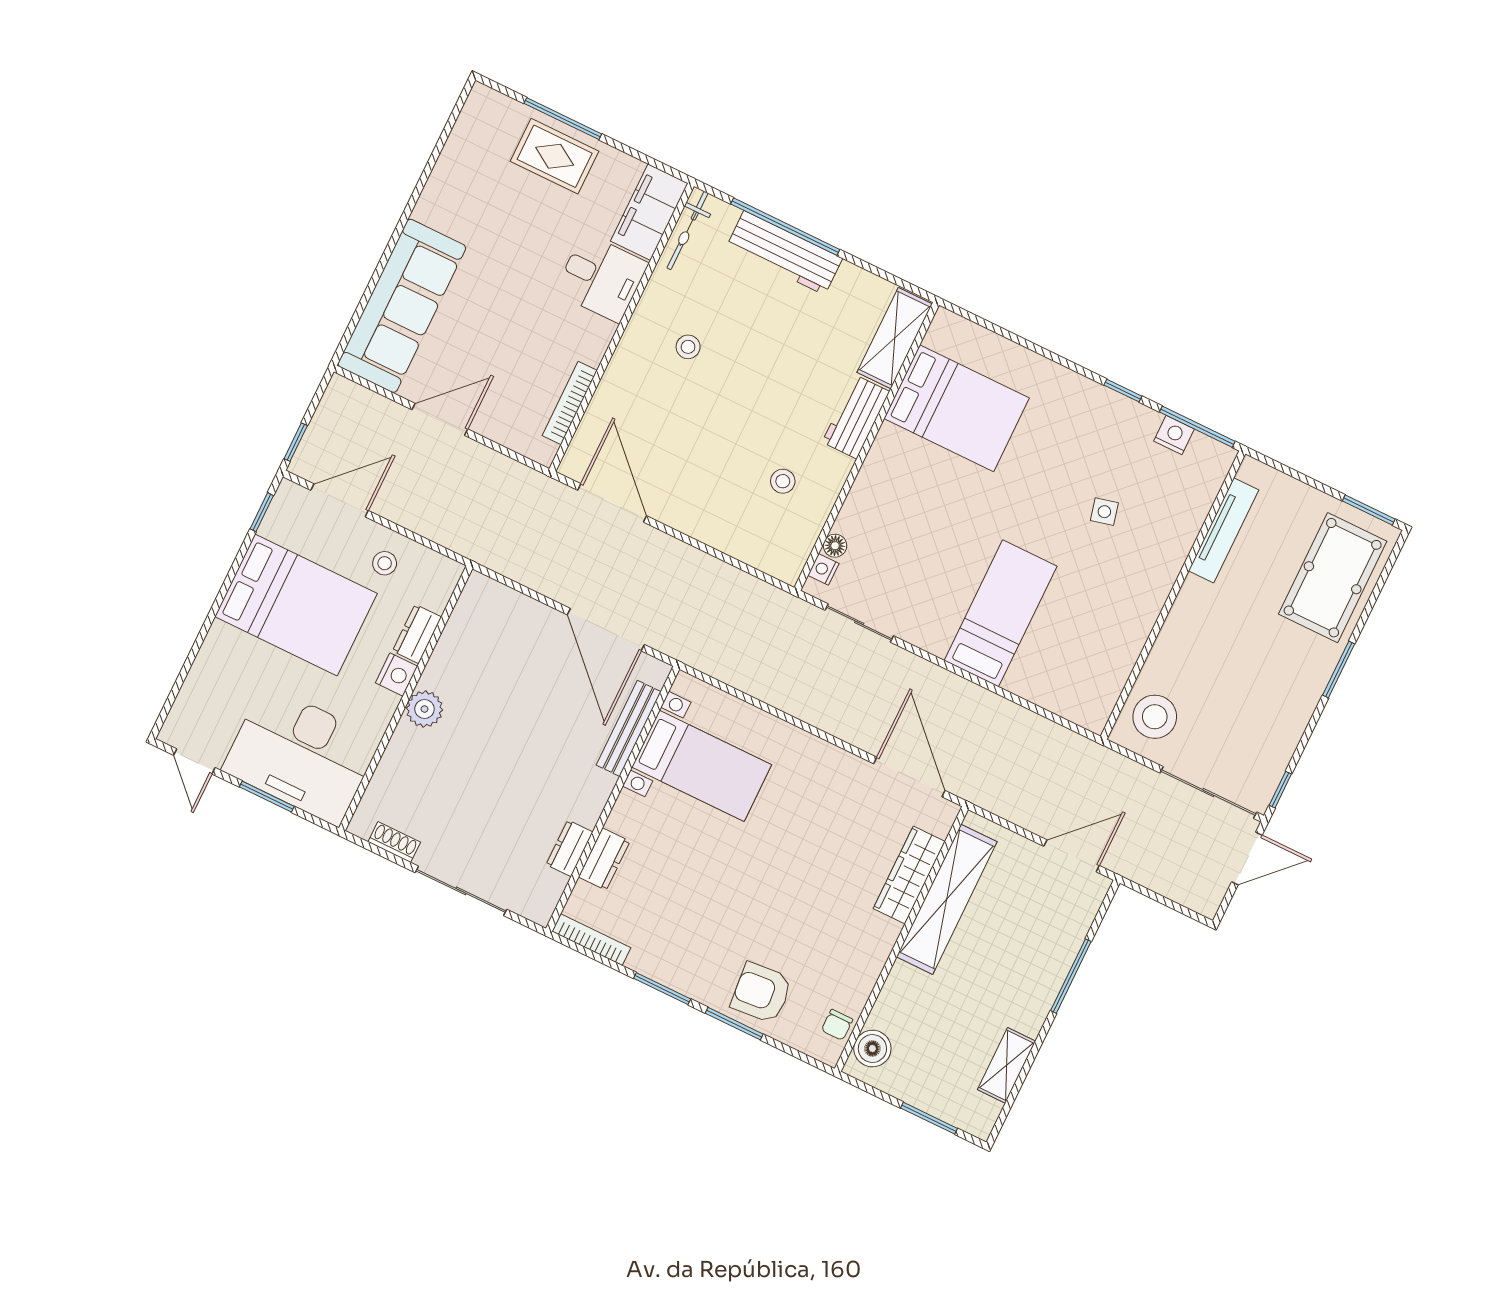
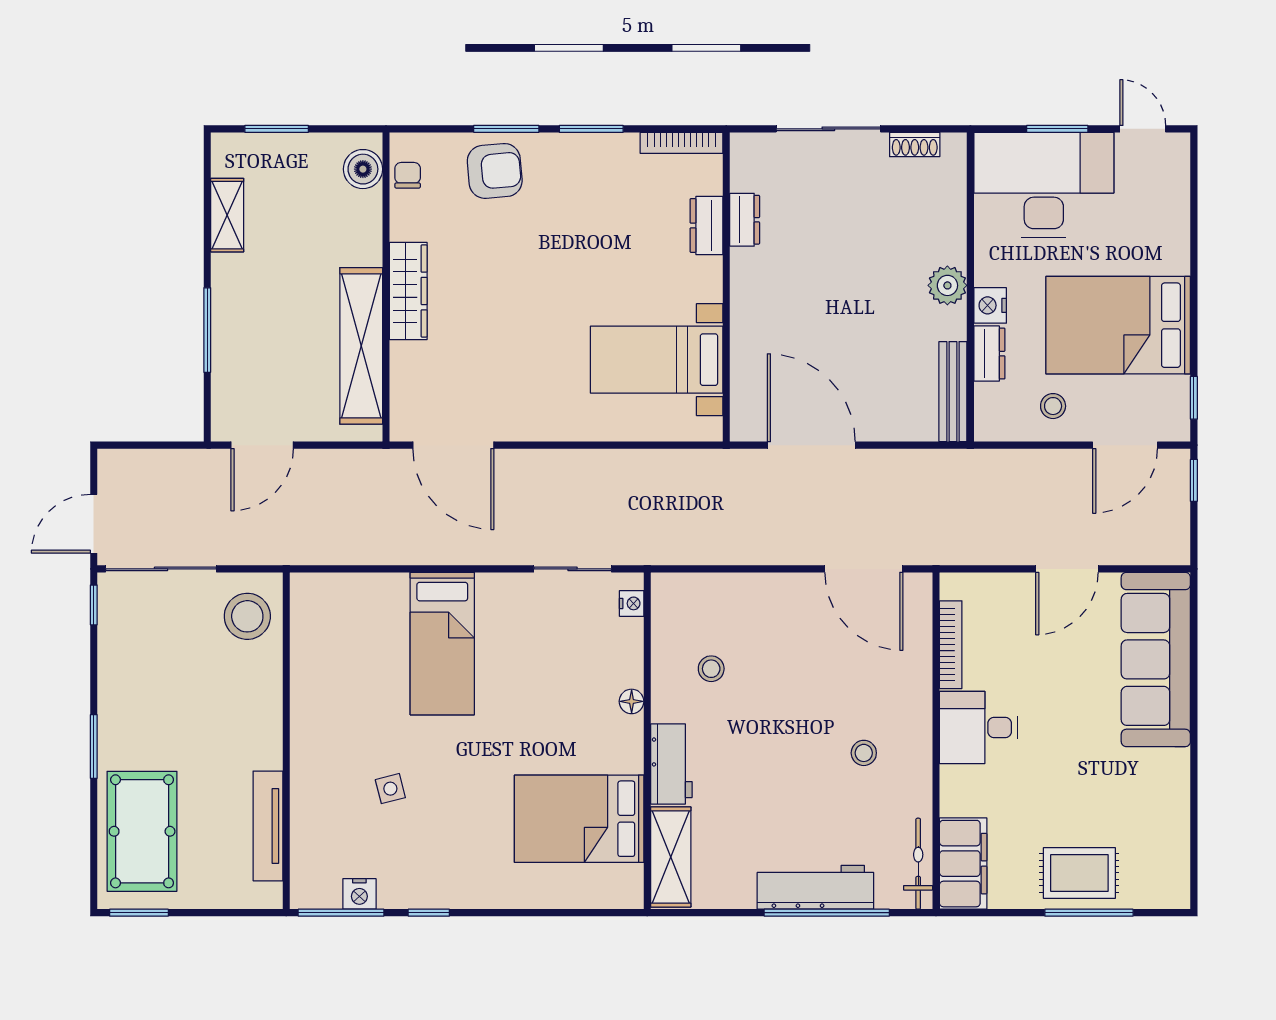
desk: (601, 278) -> (979, 728), moved
floor lamp: (835, 546) -> (632, 701), moved
bench: (629, 728) -> (953, 392), moved
wardrobe: (909, 875) -> (408, 291), moved

